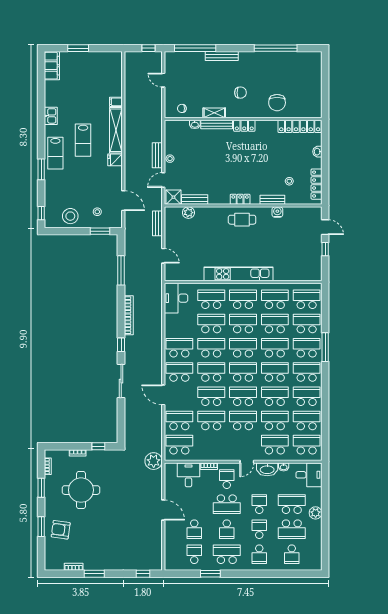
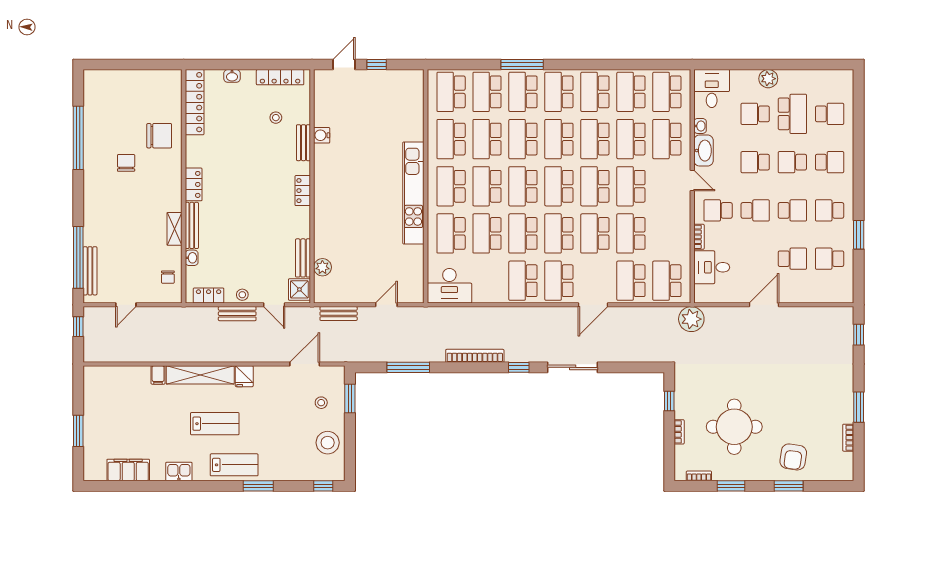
bench: (222, 56) -> (90, 271), moved
filing cabinet: (52, 66) -> (128, 470), moved
chair: (241, 93) -> (126, 163), moved
locker: (169, 136) -> (209, 296), added
cafe table: (242, 220) -> (333, 188), removed
school desk: (227, 504) -> (755, 210), width x0.54
school desk: (292, 504) -> (755, 114), width x0.54
school desk: (227, 554) -> (830, 210), width x0.54

